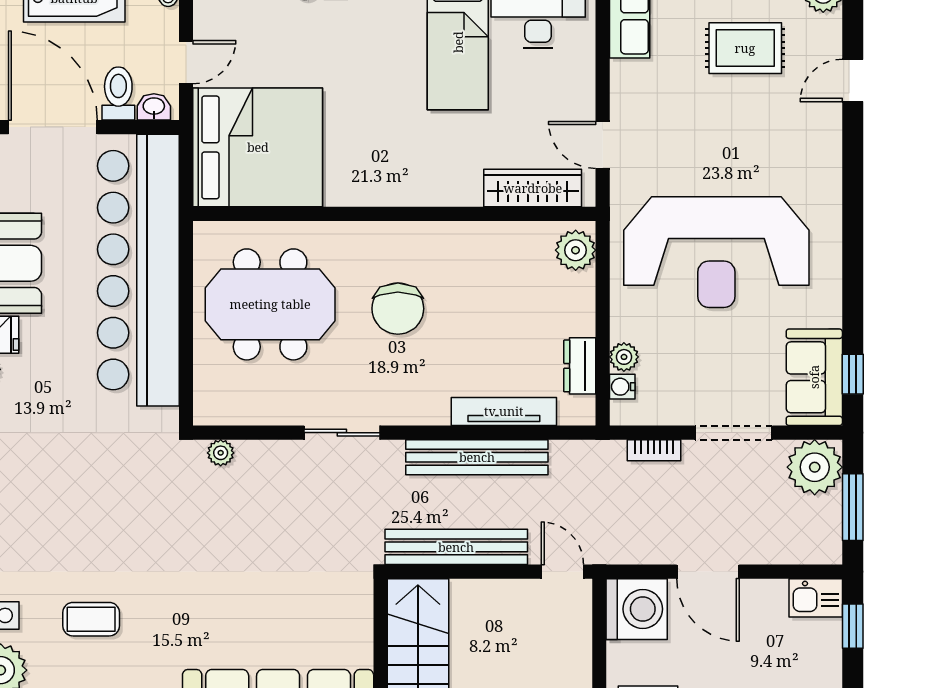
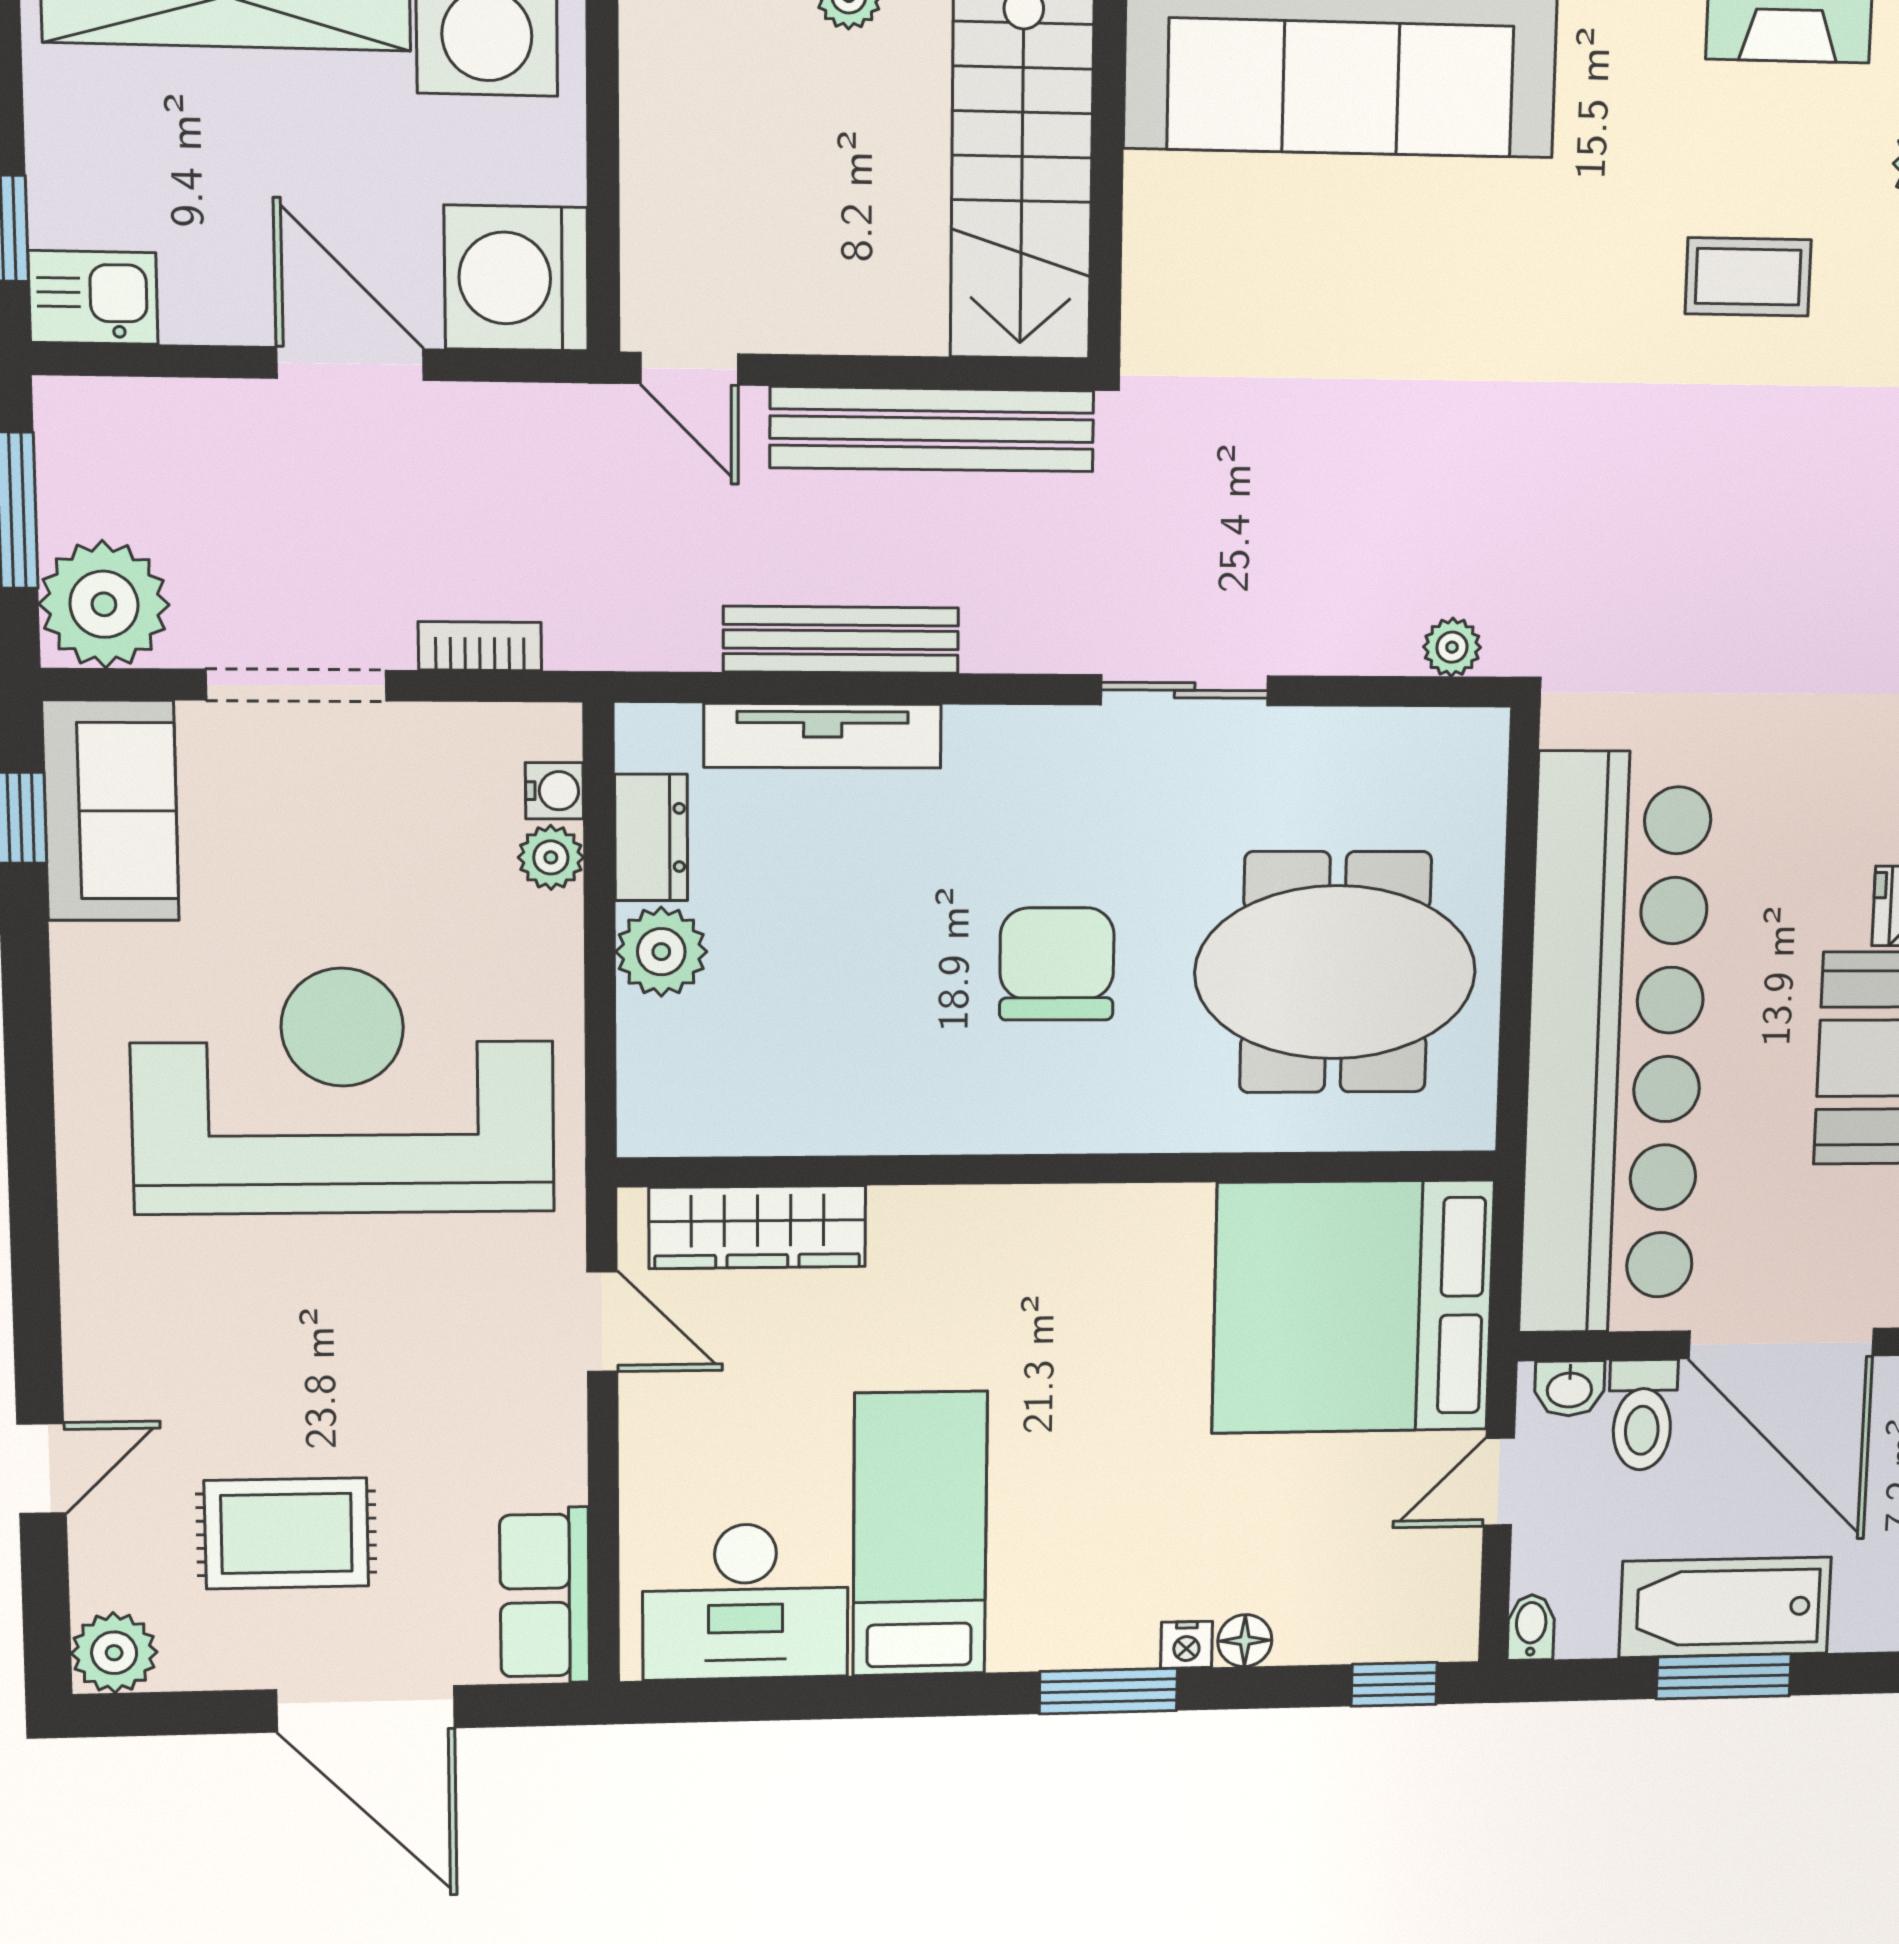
plant: (576, 250) -> (661, 952), moved
bench: (477, 457) -> (841, 640), width x0.73, depth x0.82

